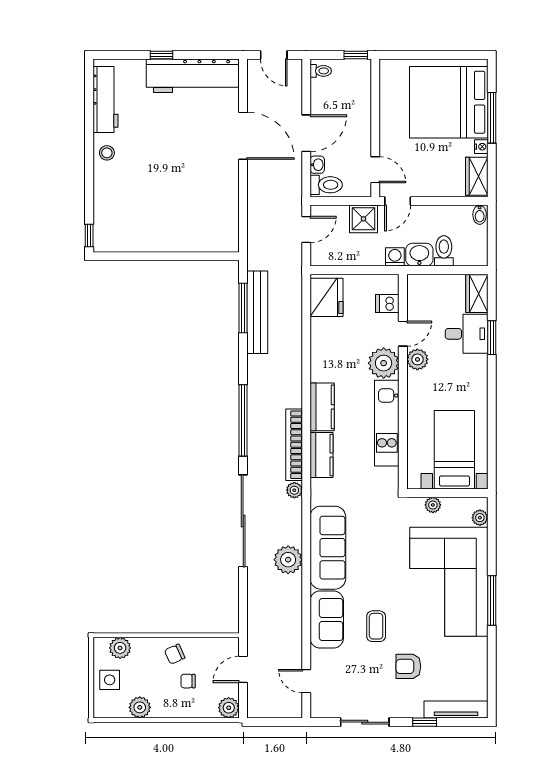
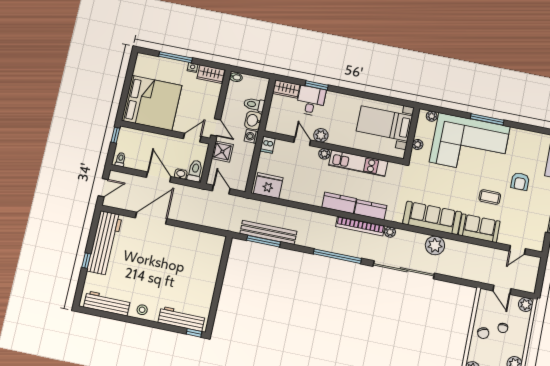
bed: (449, 102) -> (152, 103), moved, turned -90
workbench: (106, 213) -> (182, 319), added
dishwasher: (387, 304) -> (268, 145), moved
plant: (384, 363) -> (324, 154), width x0.53, depth x0.53

